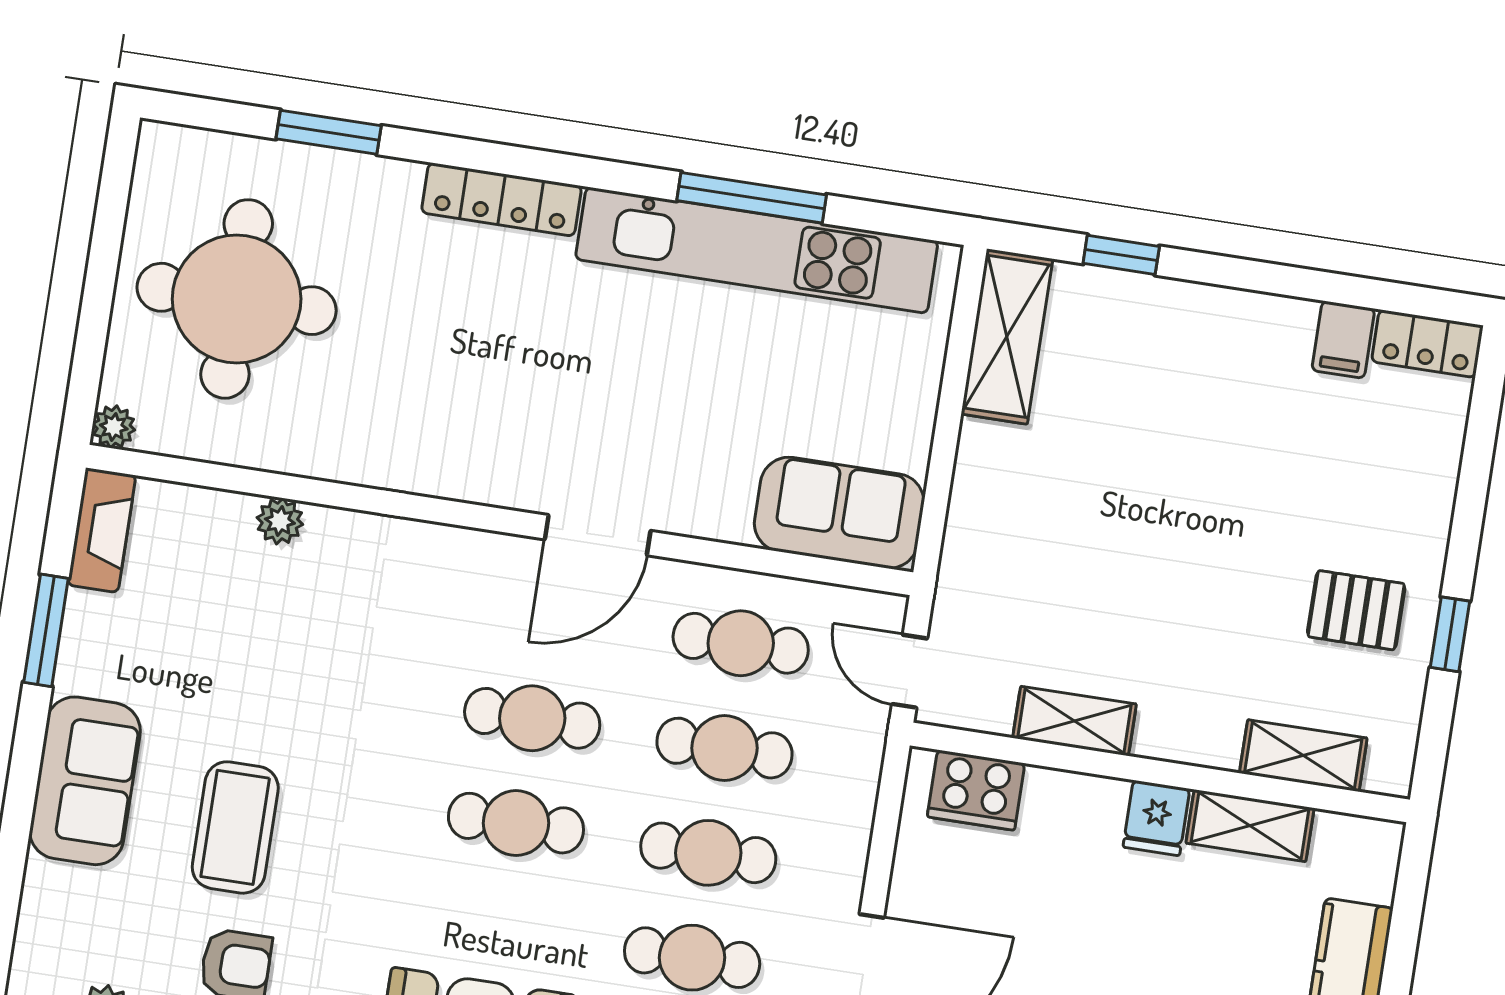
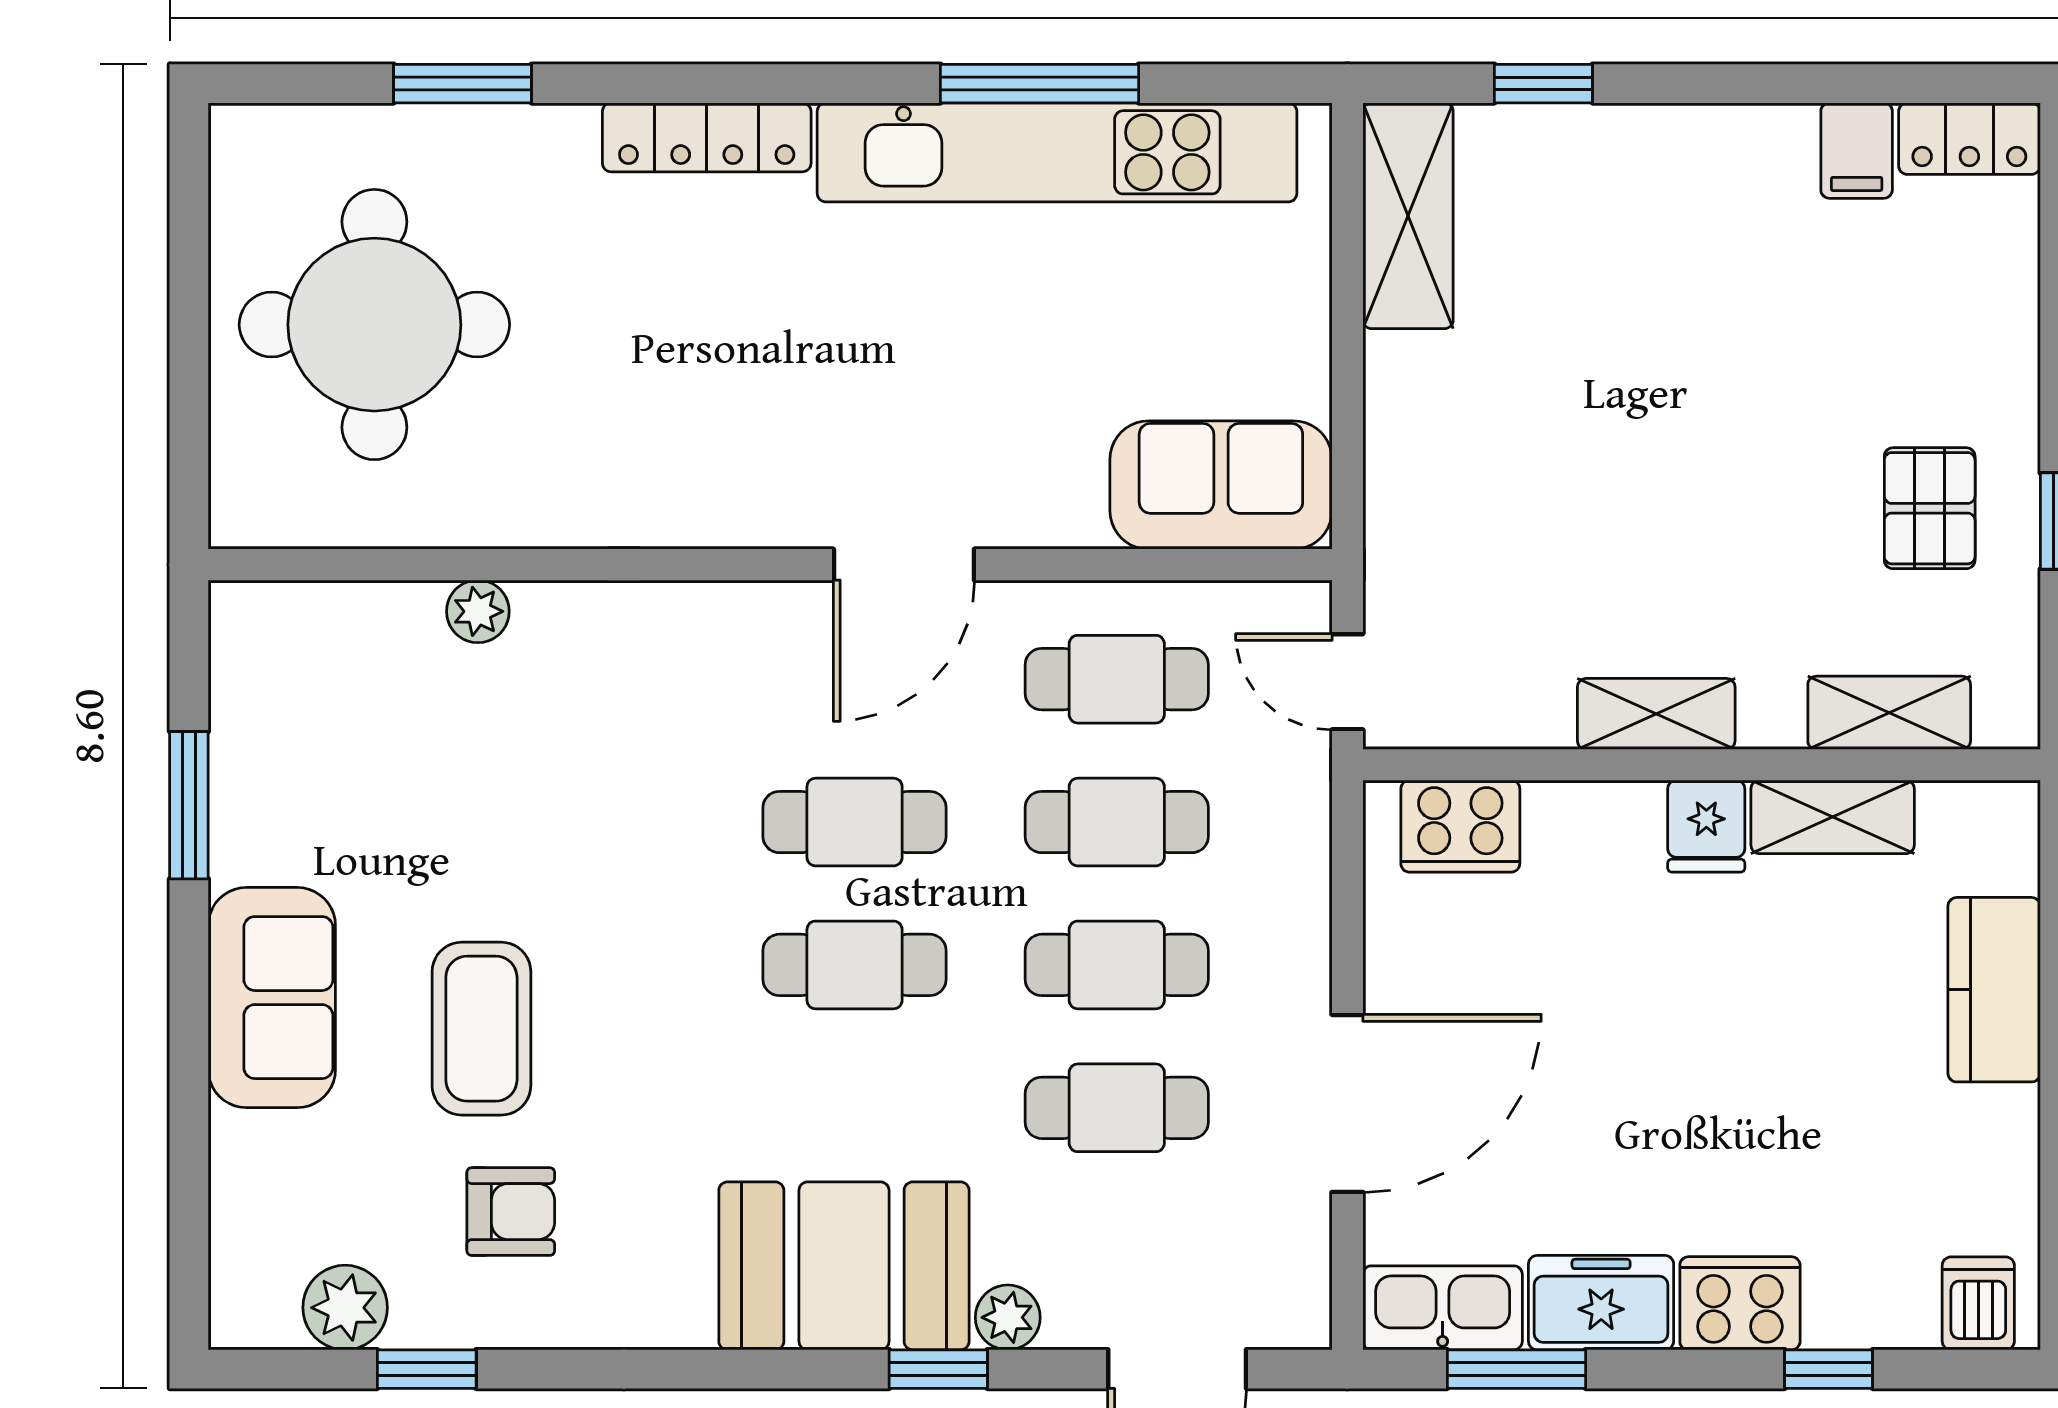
plant: (114, 427) -> (237, 520), removed
fireplace: (102, 530) -> (242, 660), removed
pallet: (1356, 610) -> (1930, 508), turned 90
shelving: (1074, 721) -> (1656, 714), moved

